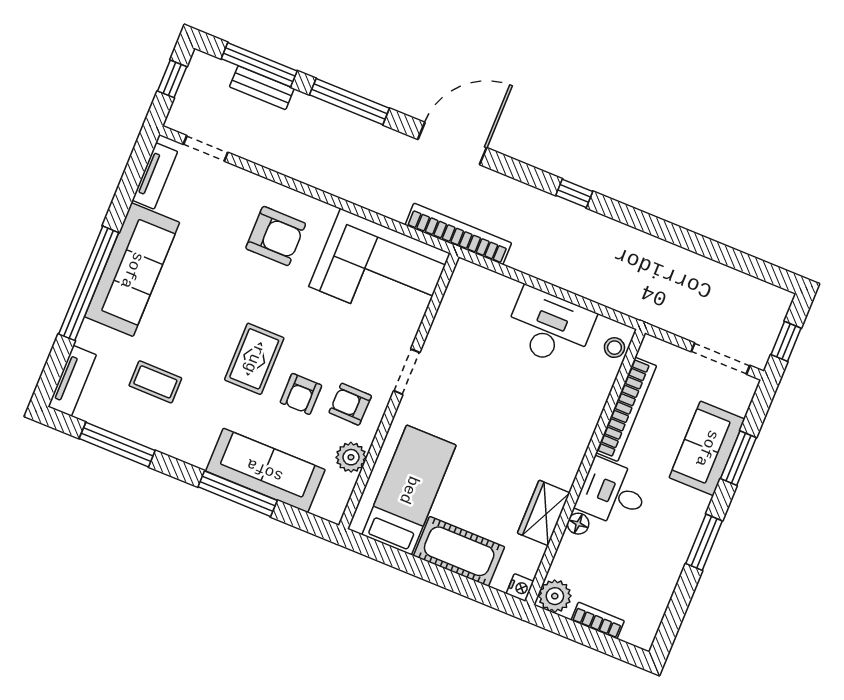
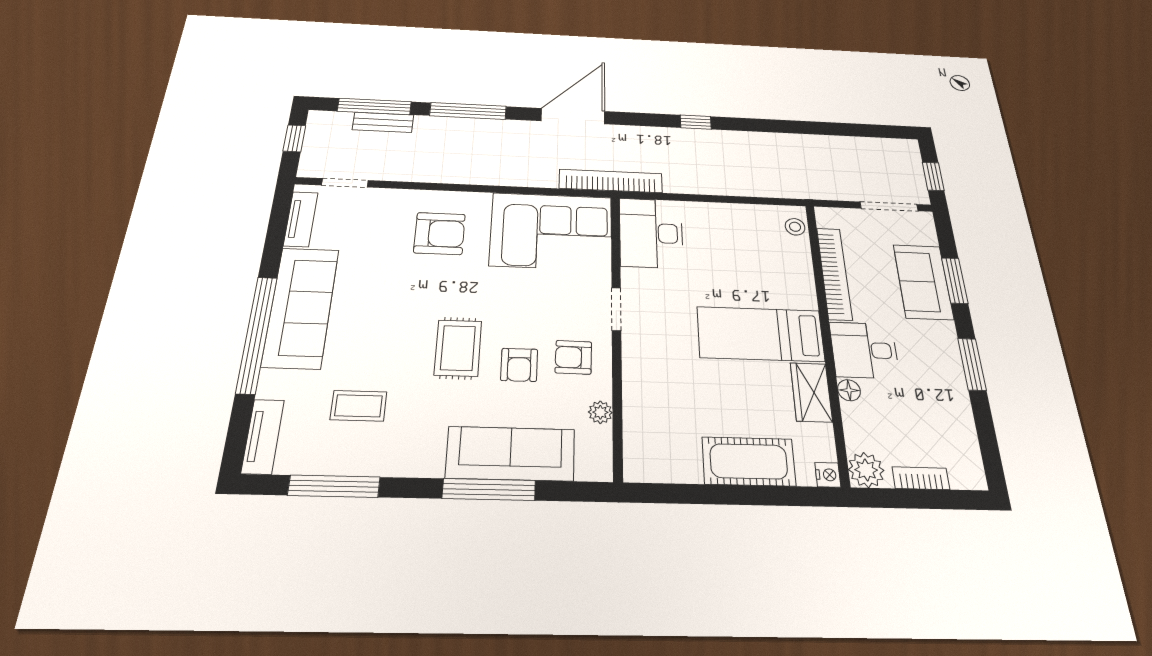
desk: (550, 327) -> (651, 233), moved, turned -90
plant: (351, 457) -> (600, 412), width x0.73, depth x0.73
bed: (409, 490) -> (760, 334), moved, turned -90

